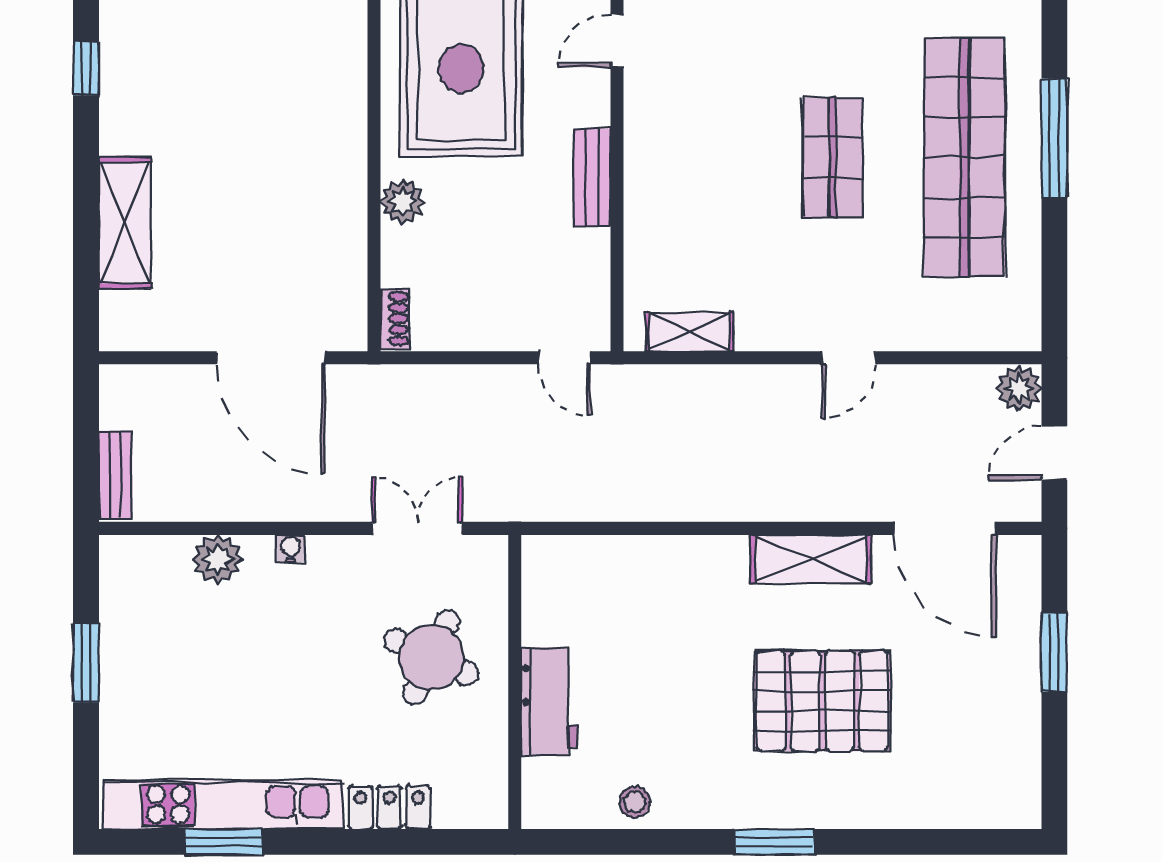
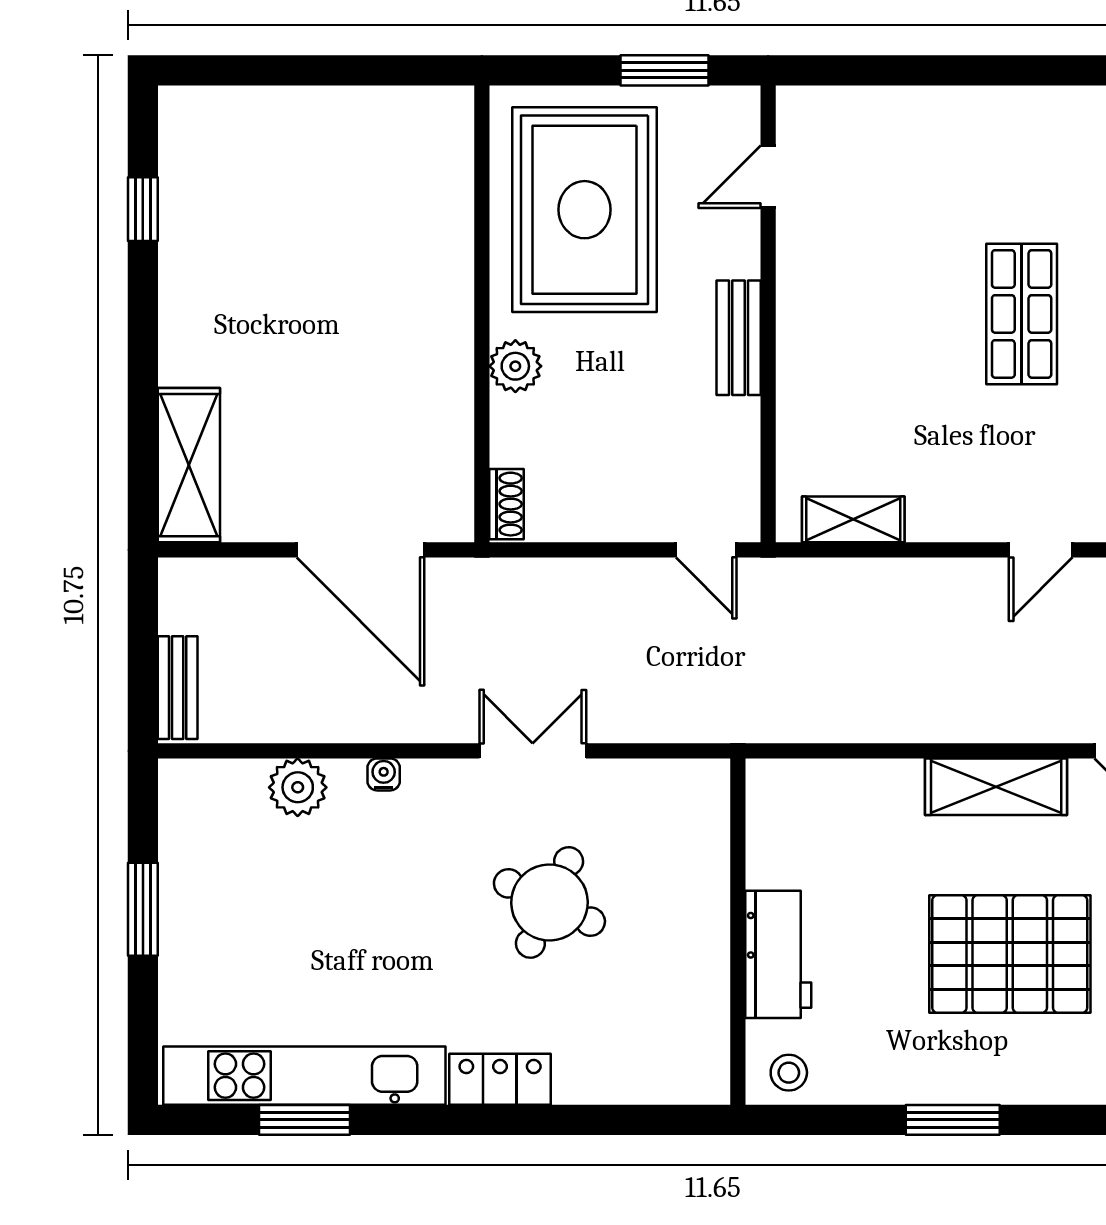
shelving: (125, 223) -> (189, 465), moved
wall: (515, 682) -> (738, 932), moved
workbench: (549, 701) -> (778, 954), moved

